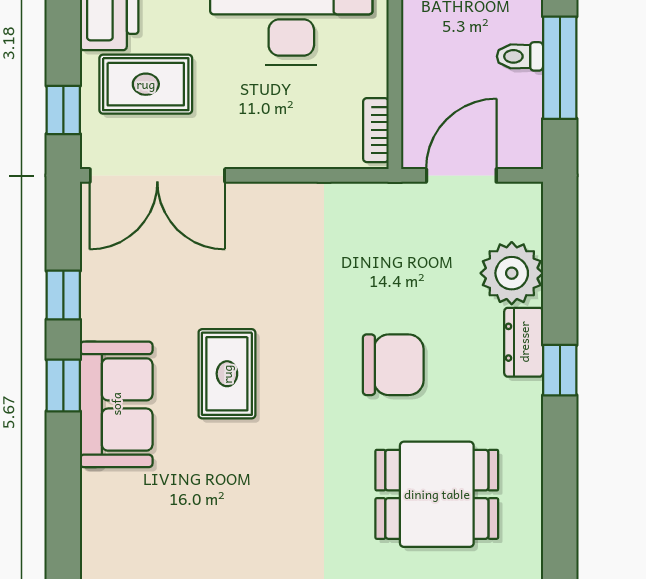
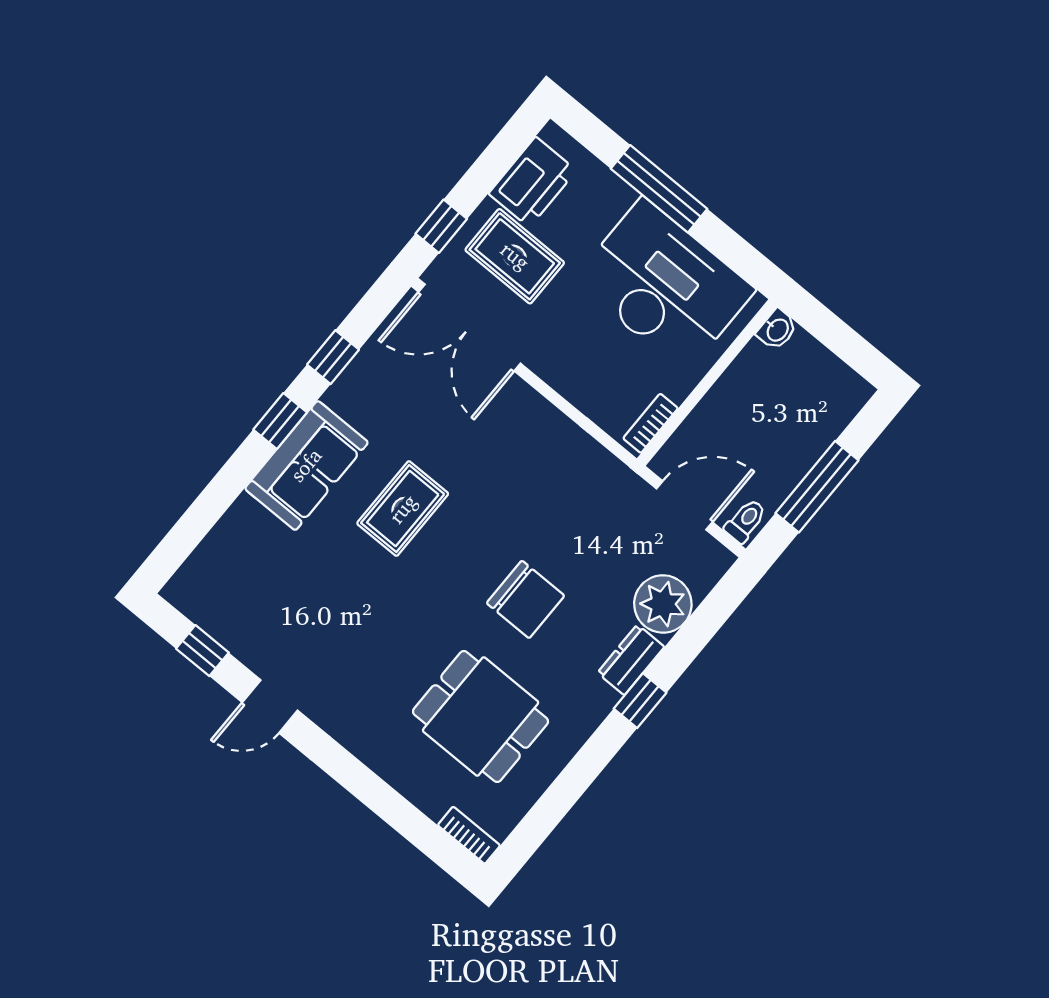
toilet: (520, 56) -> (745, 521), moved, turned 90

